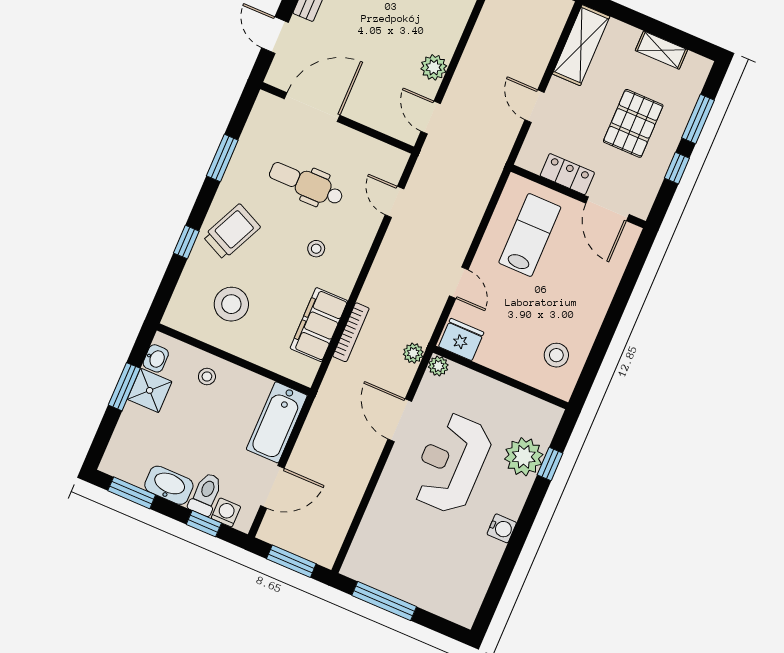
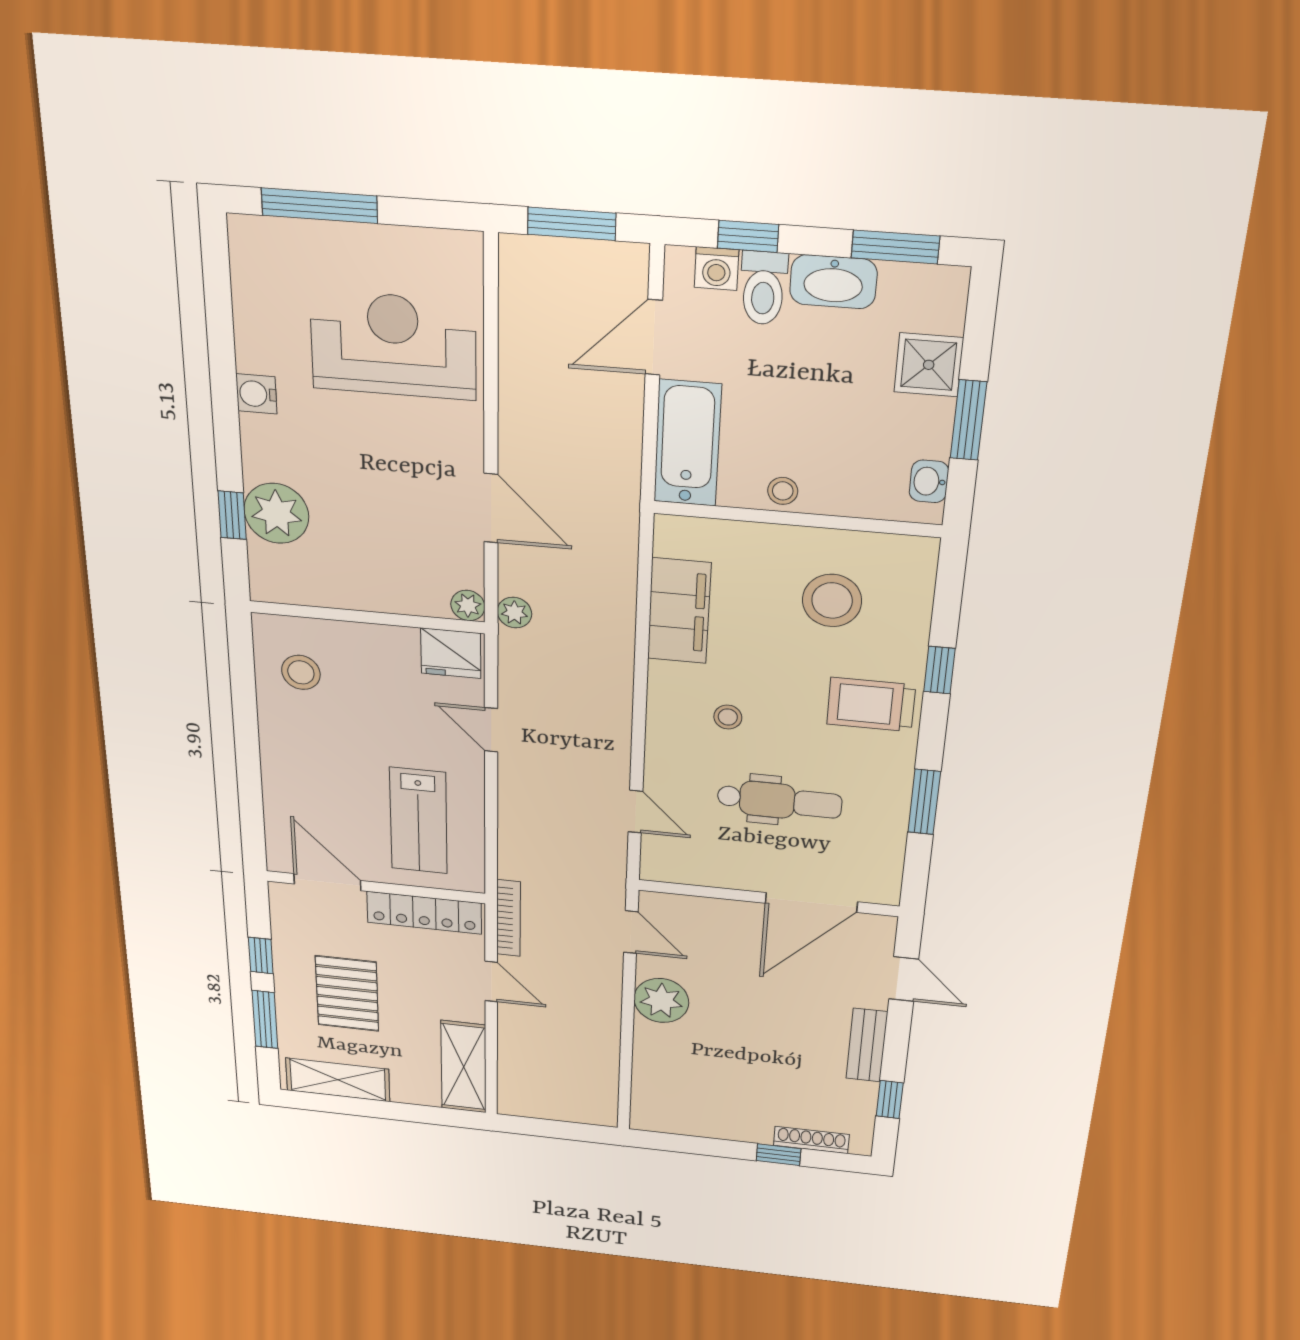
shelving: (661, 50) -> (338, 1080), width x1.50, depth x1.33
plant: (434, 67) -> (661, 1001), width x1.36, depth x1.36
locker: (567, 174) -> (424, 913), width x1.53
trolley: (232, 232) -> (871, 705), turned 65
bookcase: (351, 332) -> (508, 918), moved, turned 180
stool: (207, 376) -> (783, 491), moved
shower: (150, 390) -> (929, 365), moved
reception desk: (451, 463) -> (393, 345), moved, turned -90
window: (384, 601) -> (319, 206), moved

